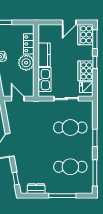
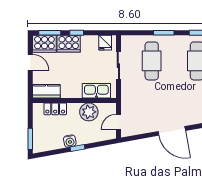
kitchen counter: (44, 55) -> (46, 91), moved
plant: (26, 63) -> (89, 112), moved
cooker: (85, 71) -> (69, 44), moved

